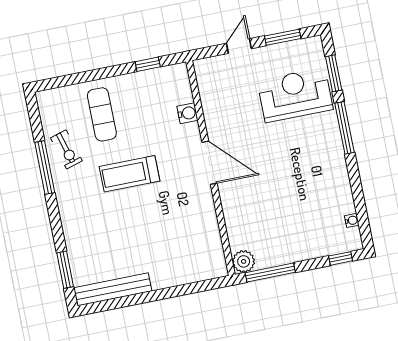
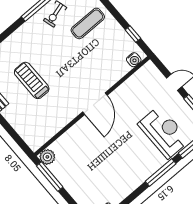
water cooler: (187, 113) -> (134, 60), moved
treadmill: (129, 174) -> (32, 80), moved

